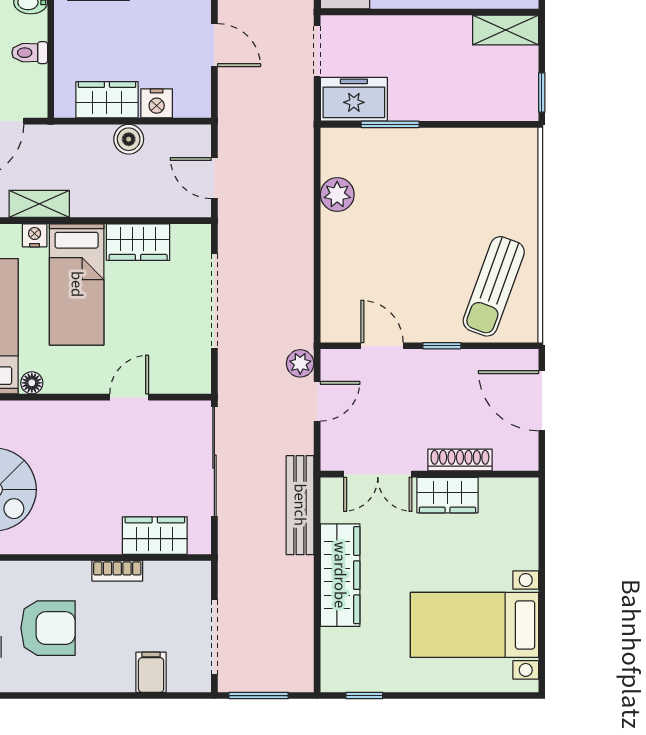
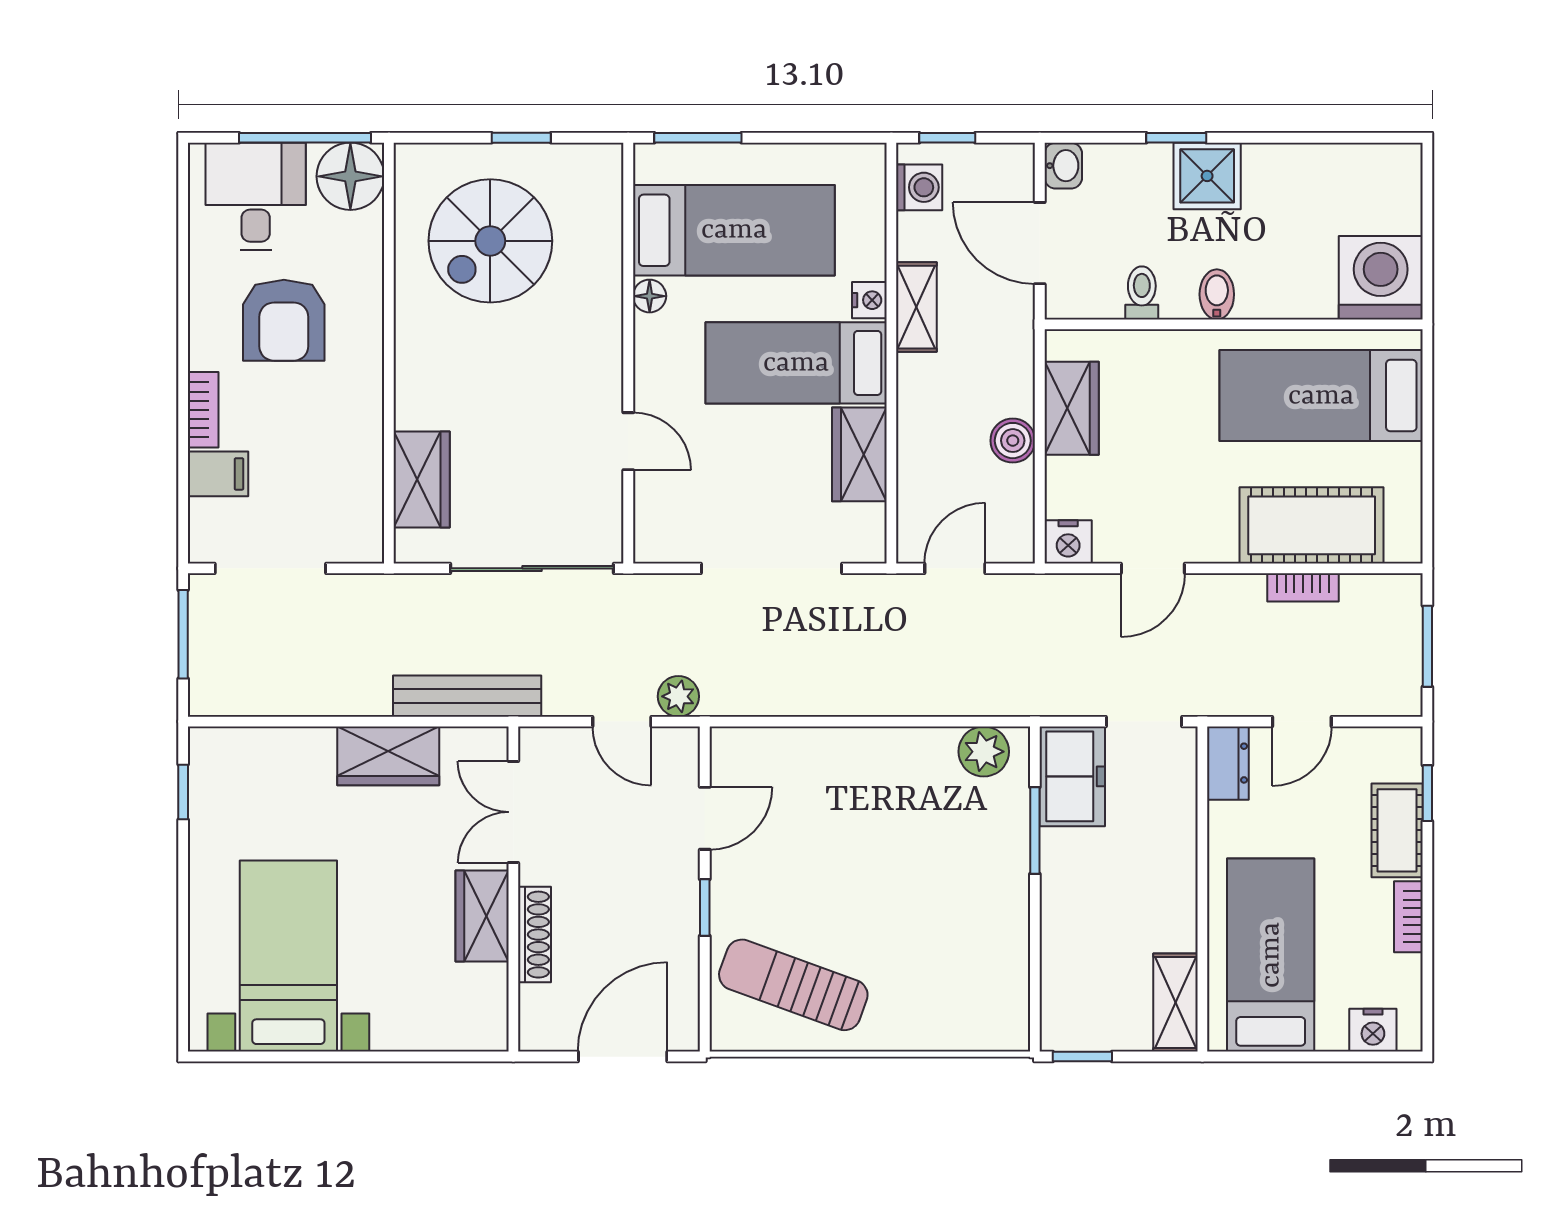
nightstand: (157, 103) -> (1068, 542), moved, turned -90
plant: (337, 195) -> (984, 752), moved
bookcase: (117, 571) -> (203, 410), moved, turned 180
wardrobe: (340, 575) -> (388, 756), width x0.67

